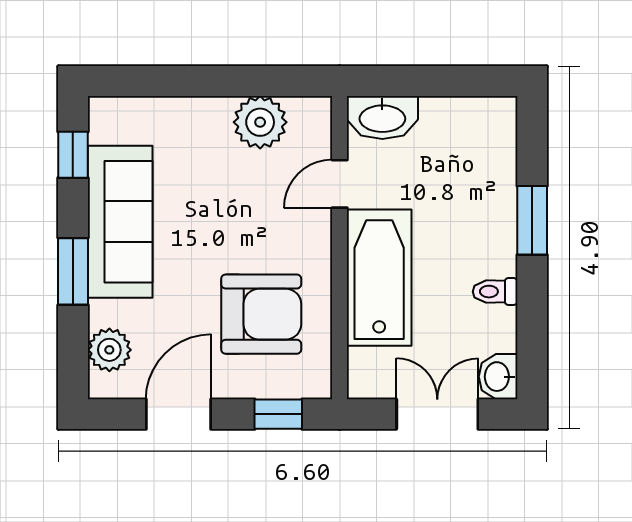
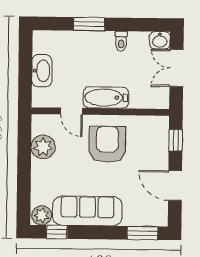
washbasin: (382, 117) -> (42, 71), moved
window: (73, 271) -> (143, 233), moved
bathtub: (379, 278) -> (106, 98), width x0.73, depth x0.73
armchair: (261, 314) -> (107, 144), moved
plant: (109, 350) -> (42, 215), moved

